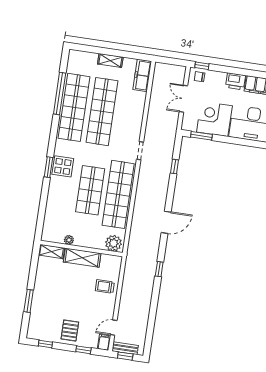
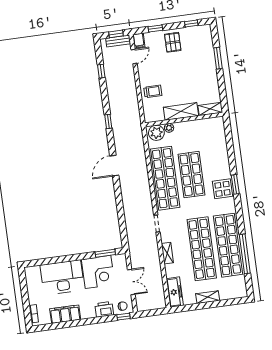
printer: (235, 81) -> (104, 309), moved
shelving: (138, 117) -> (167, 253), added
window: (175, 167) -> (101, 71), moved
plant: (69, 240) -> (169, 128), moved

